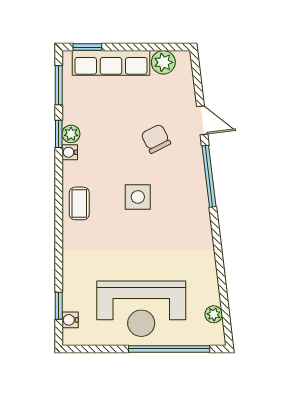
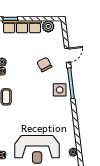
door: (202, 120) -> (68, 55), hinge flipped
side table: (138, 197) -> (60, 90), moved

